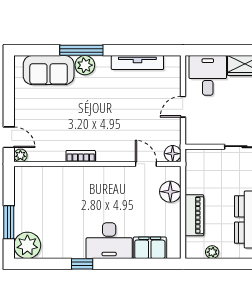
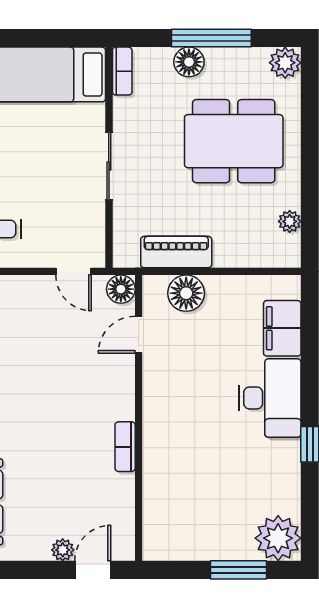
door: (183, 107) -> (74, 271), moved
plant: (20, 155) -> (63, 550), moved
piano: (194, 215) -> (176, 252), moved

